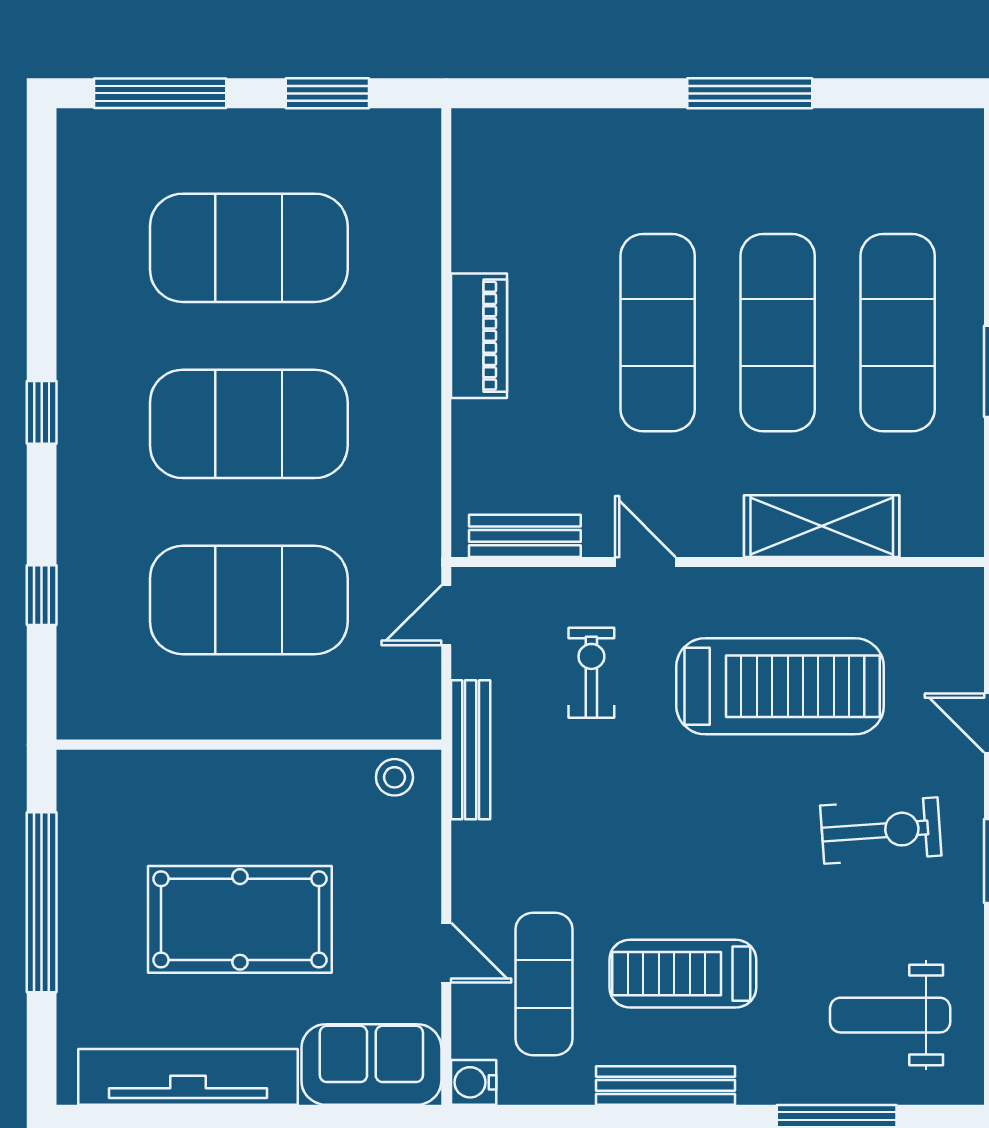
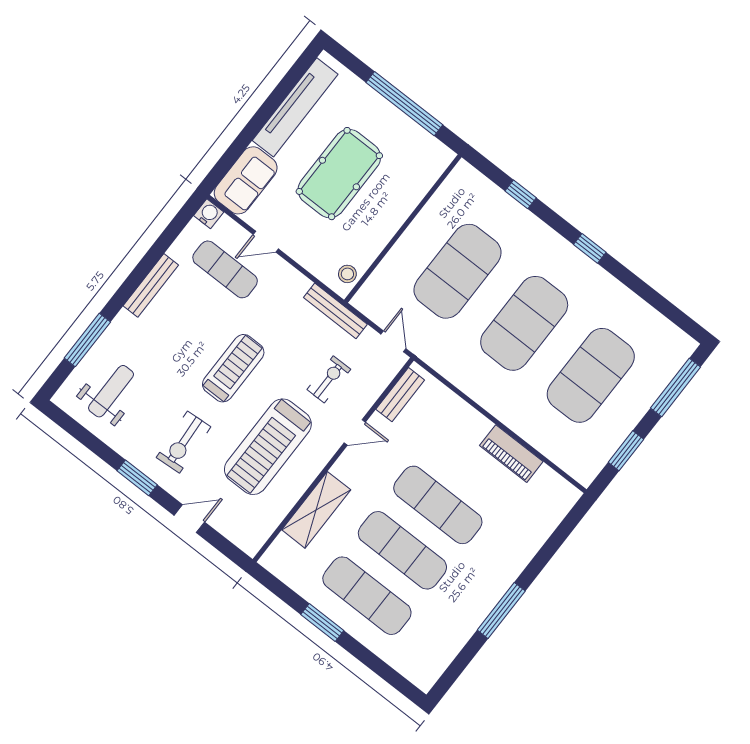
piano: (479, 336) -> (511, 454), moved
exercise bike: (591, 673) -> (329, 379), turned -90
treadmill: (683, 974) -> (233, 368), moved

